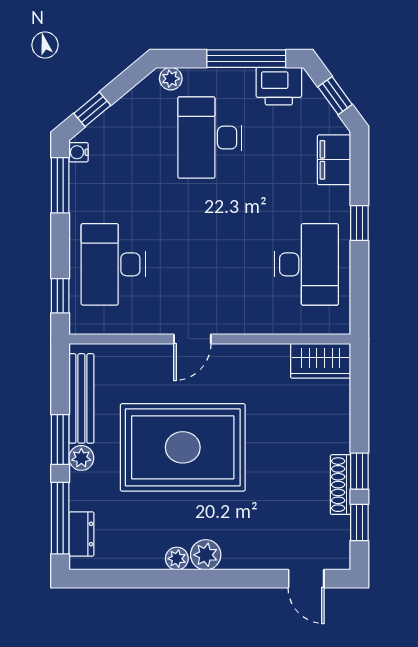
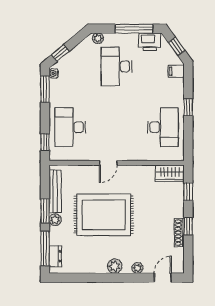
filing cabinet: (334, 160) -> (176, 71), width x0.50
window: (359, 522) -> (188, 192), moved
plant: (177, 559) -> (137, 268), moved
door: (306, 579) -> (163, 278), swing flipped

